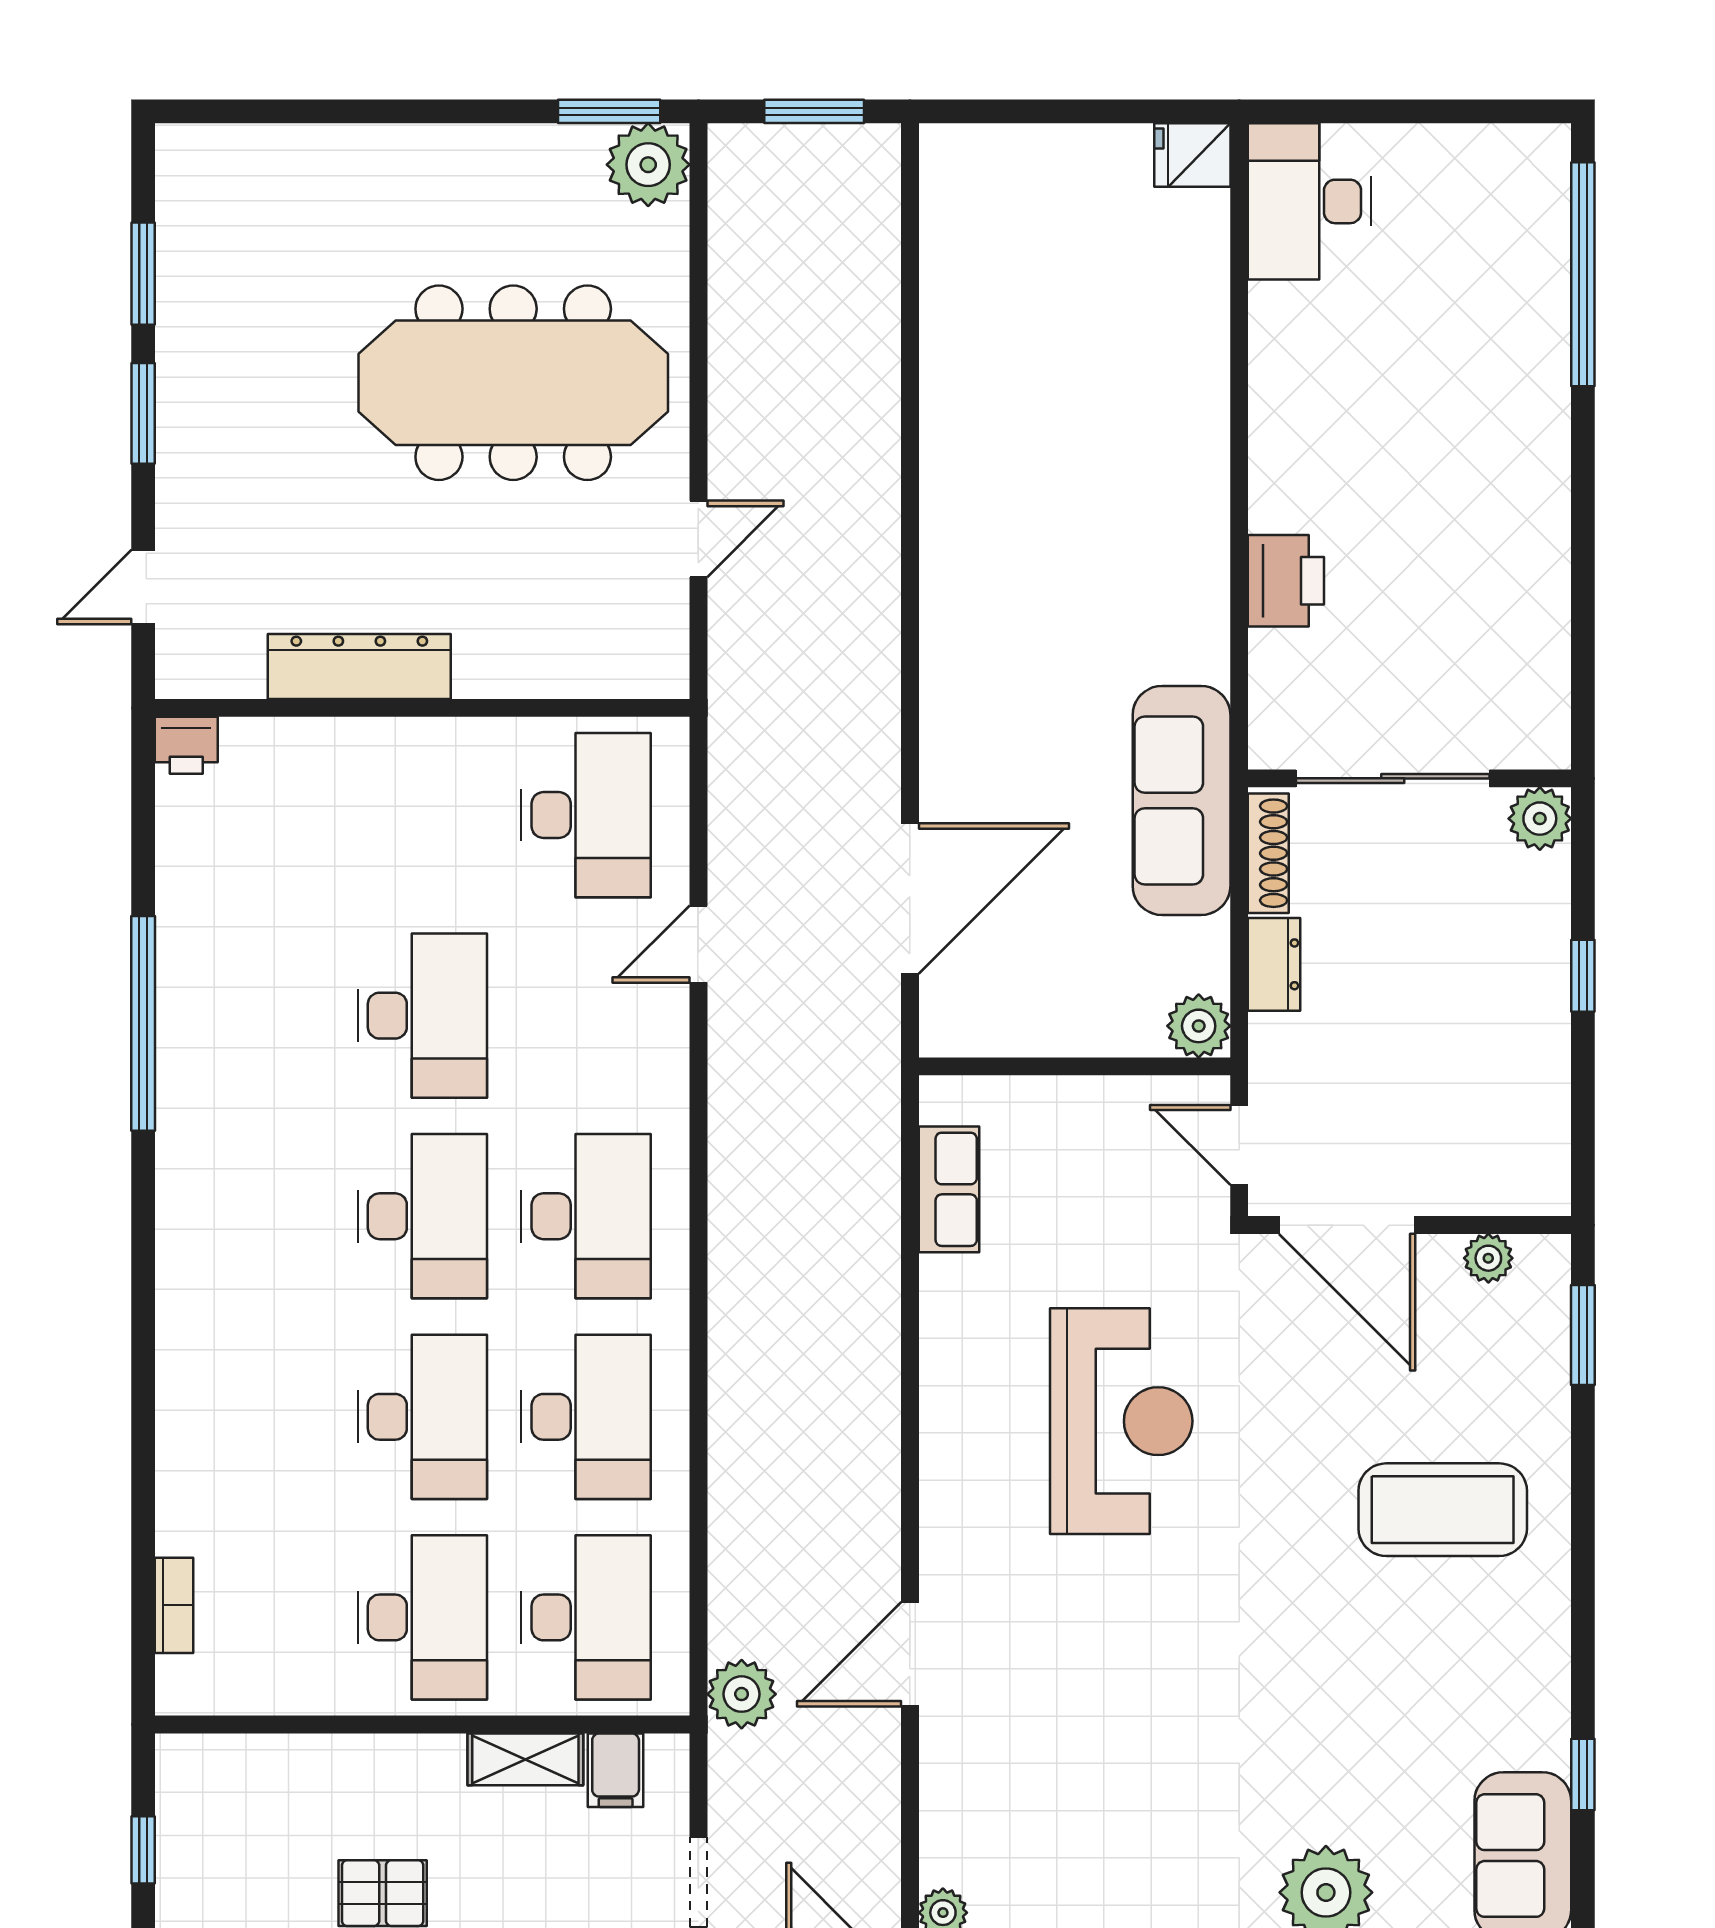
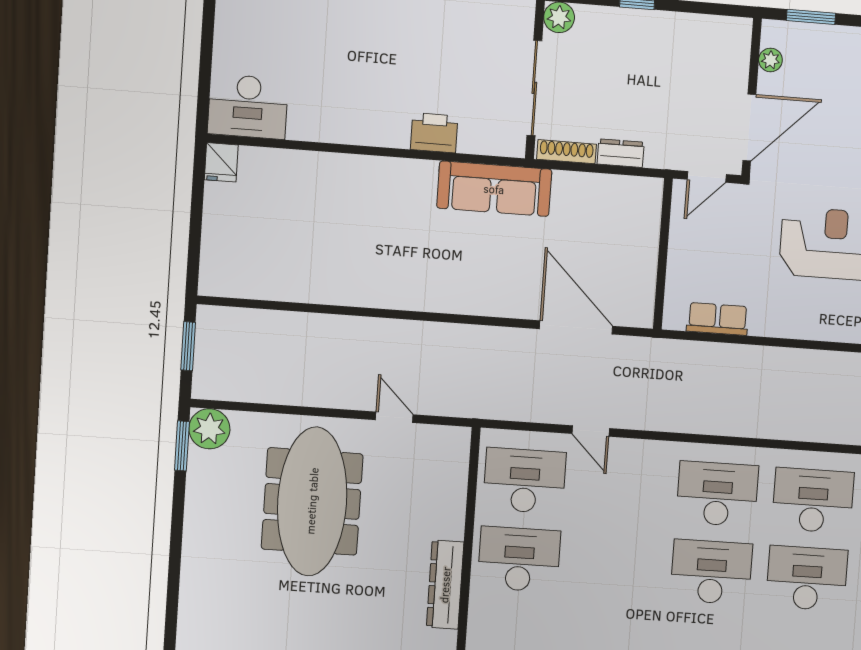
sofa: (1182, 800) -> (494, 189), moved
desk: (422, 1016) -> (519, 559), moved
plant: (1199, 1026) -> (648, 192), removed

